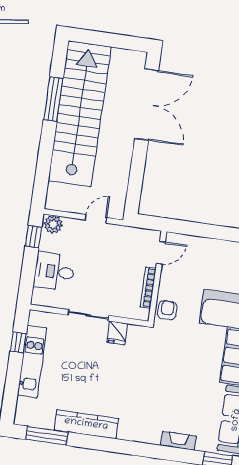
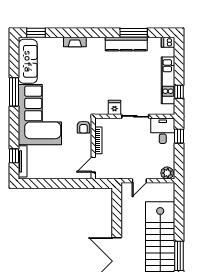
window: (33, 236) -> (179, 136), moved
desk: (54, 272) -> (163, 131), moved, turned -90
dishwasher: (24, 418) -> (168, 42), added
window: (47, 436) -> (134, 33), moved
fireplace: (178, 441) -> (75, 42), moved

